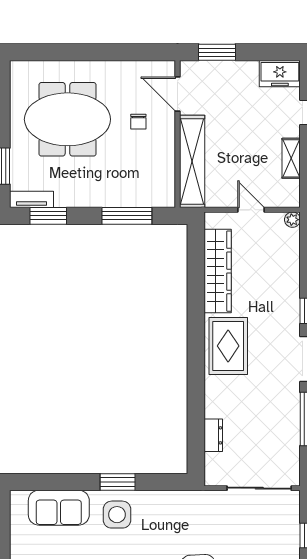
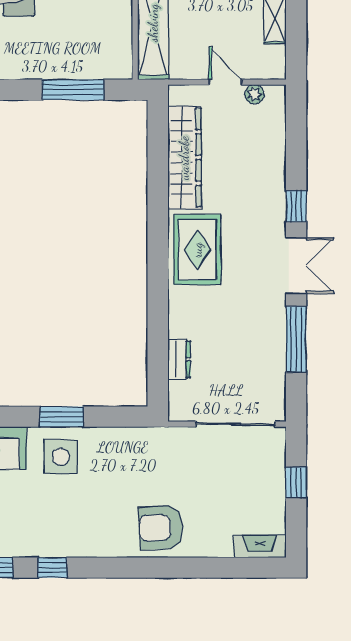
plant: (292, 220) -> (254, 94), moved

